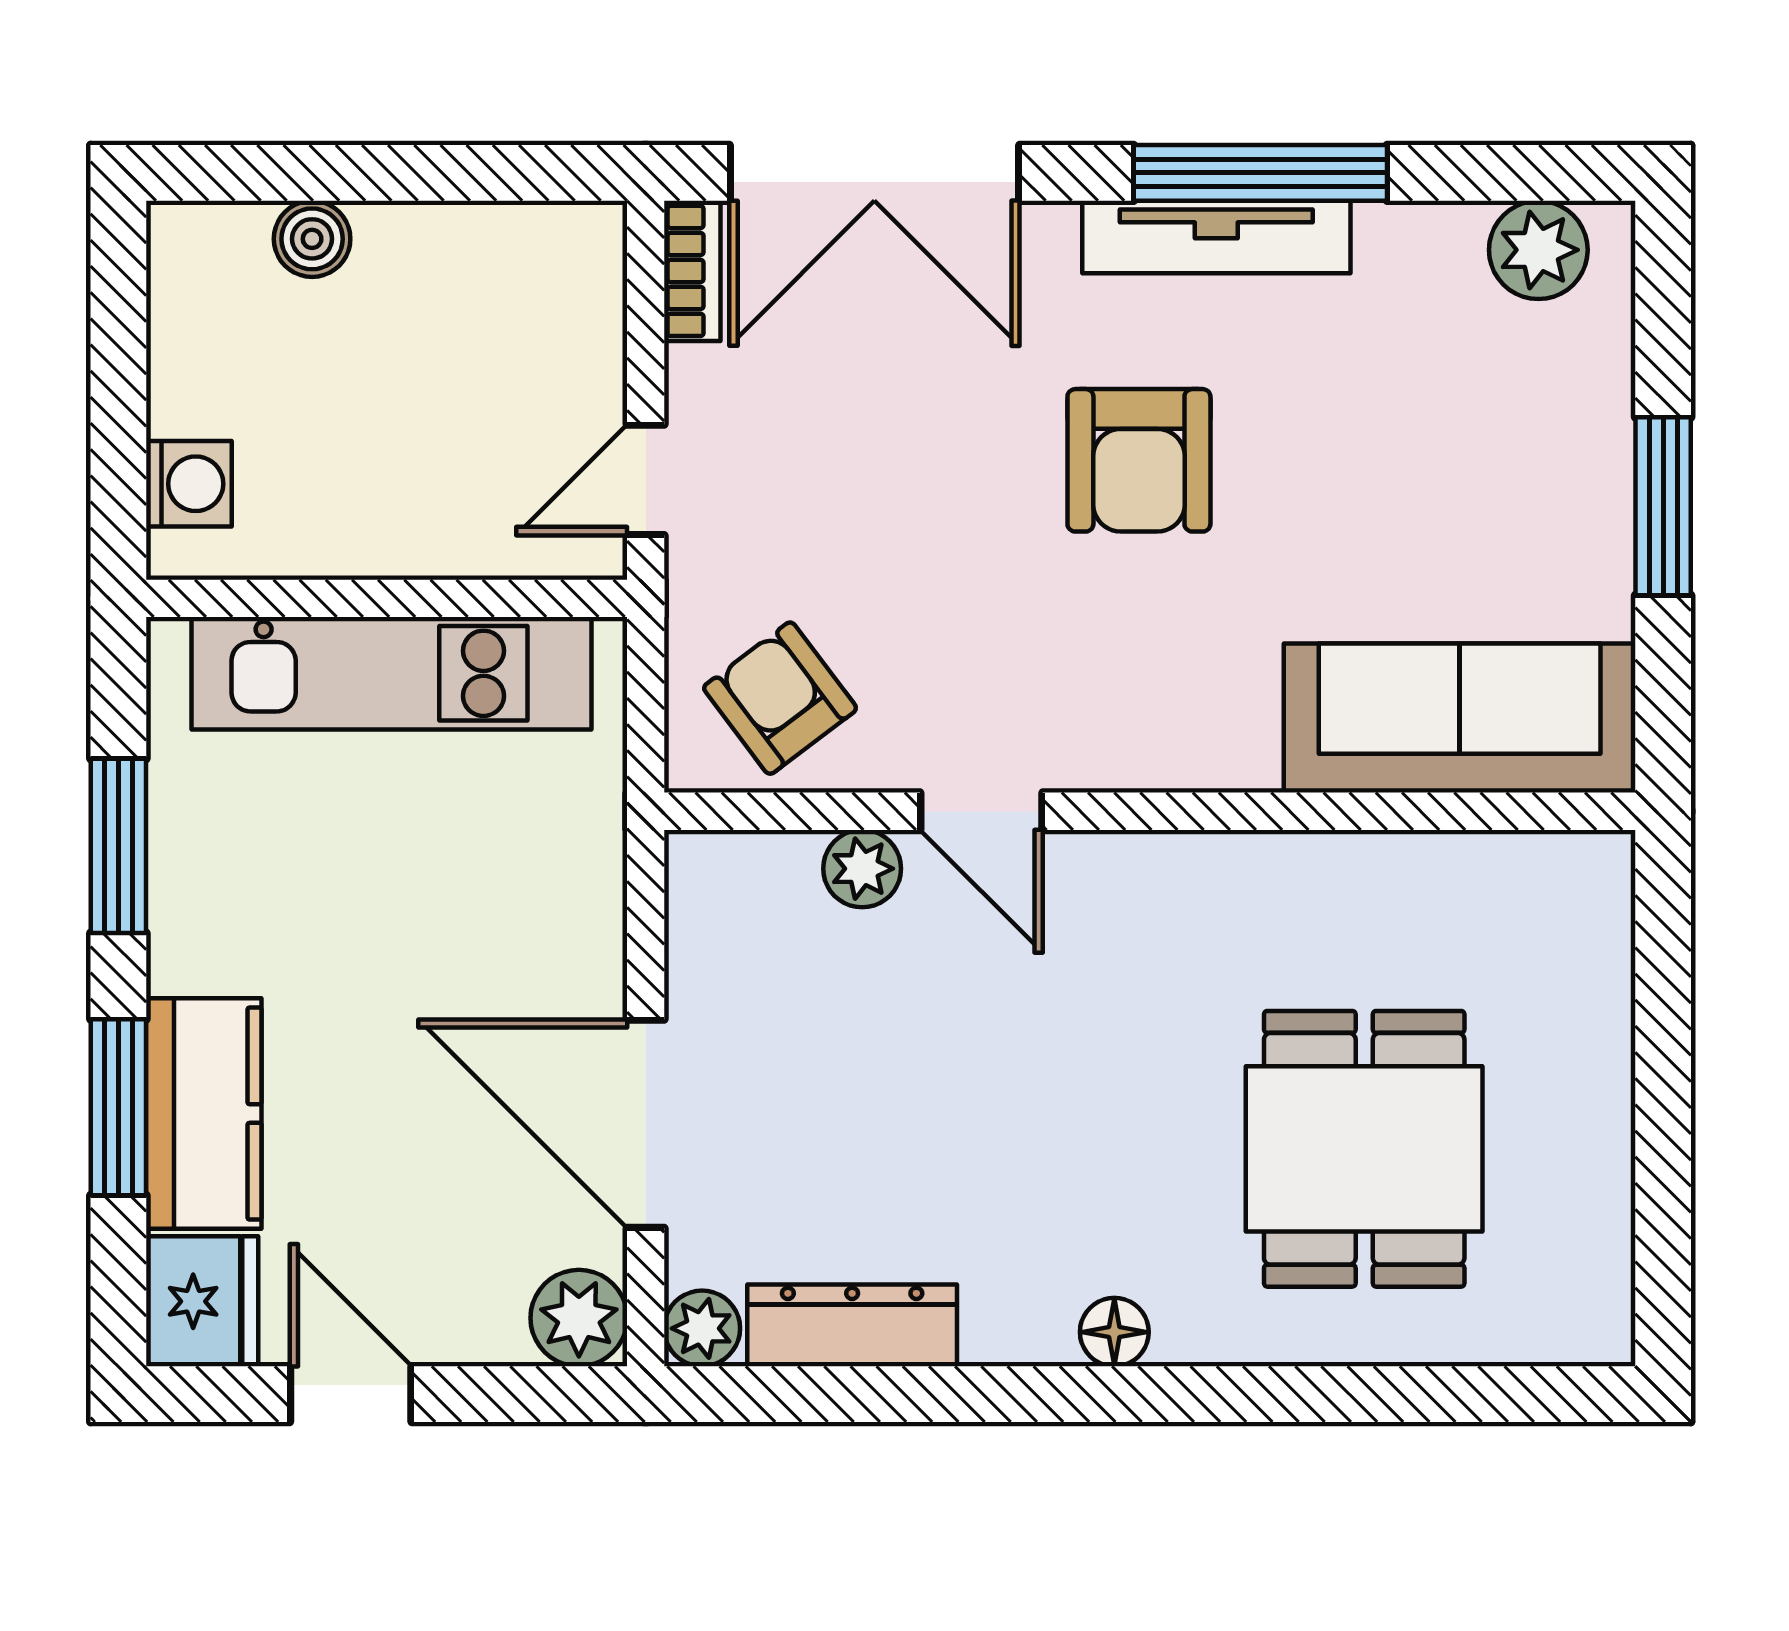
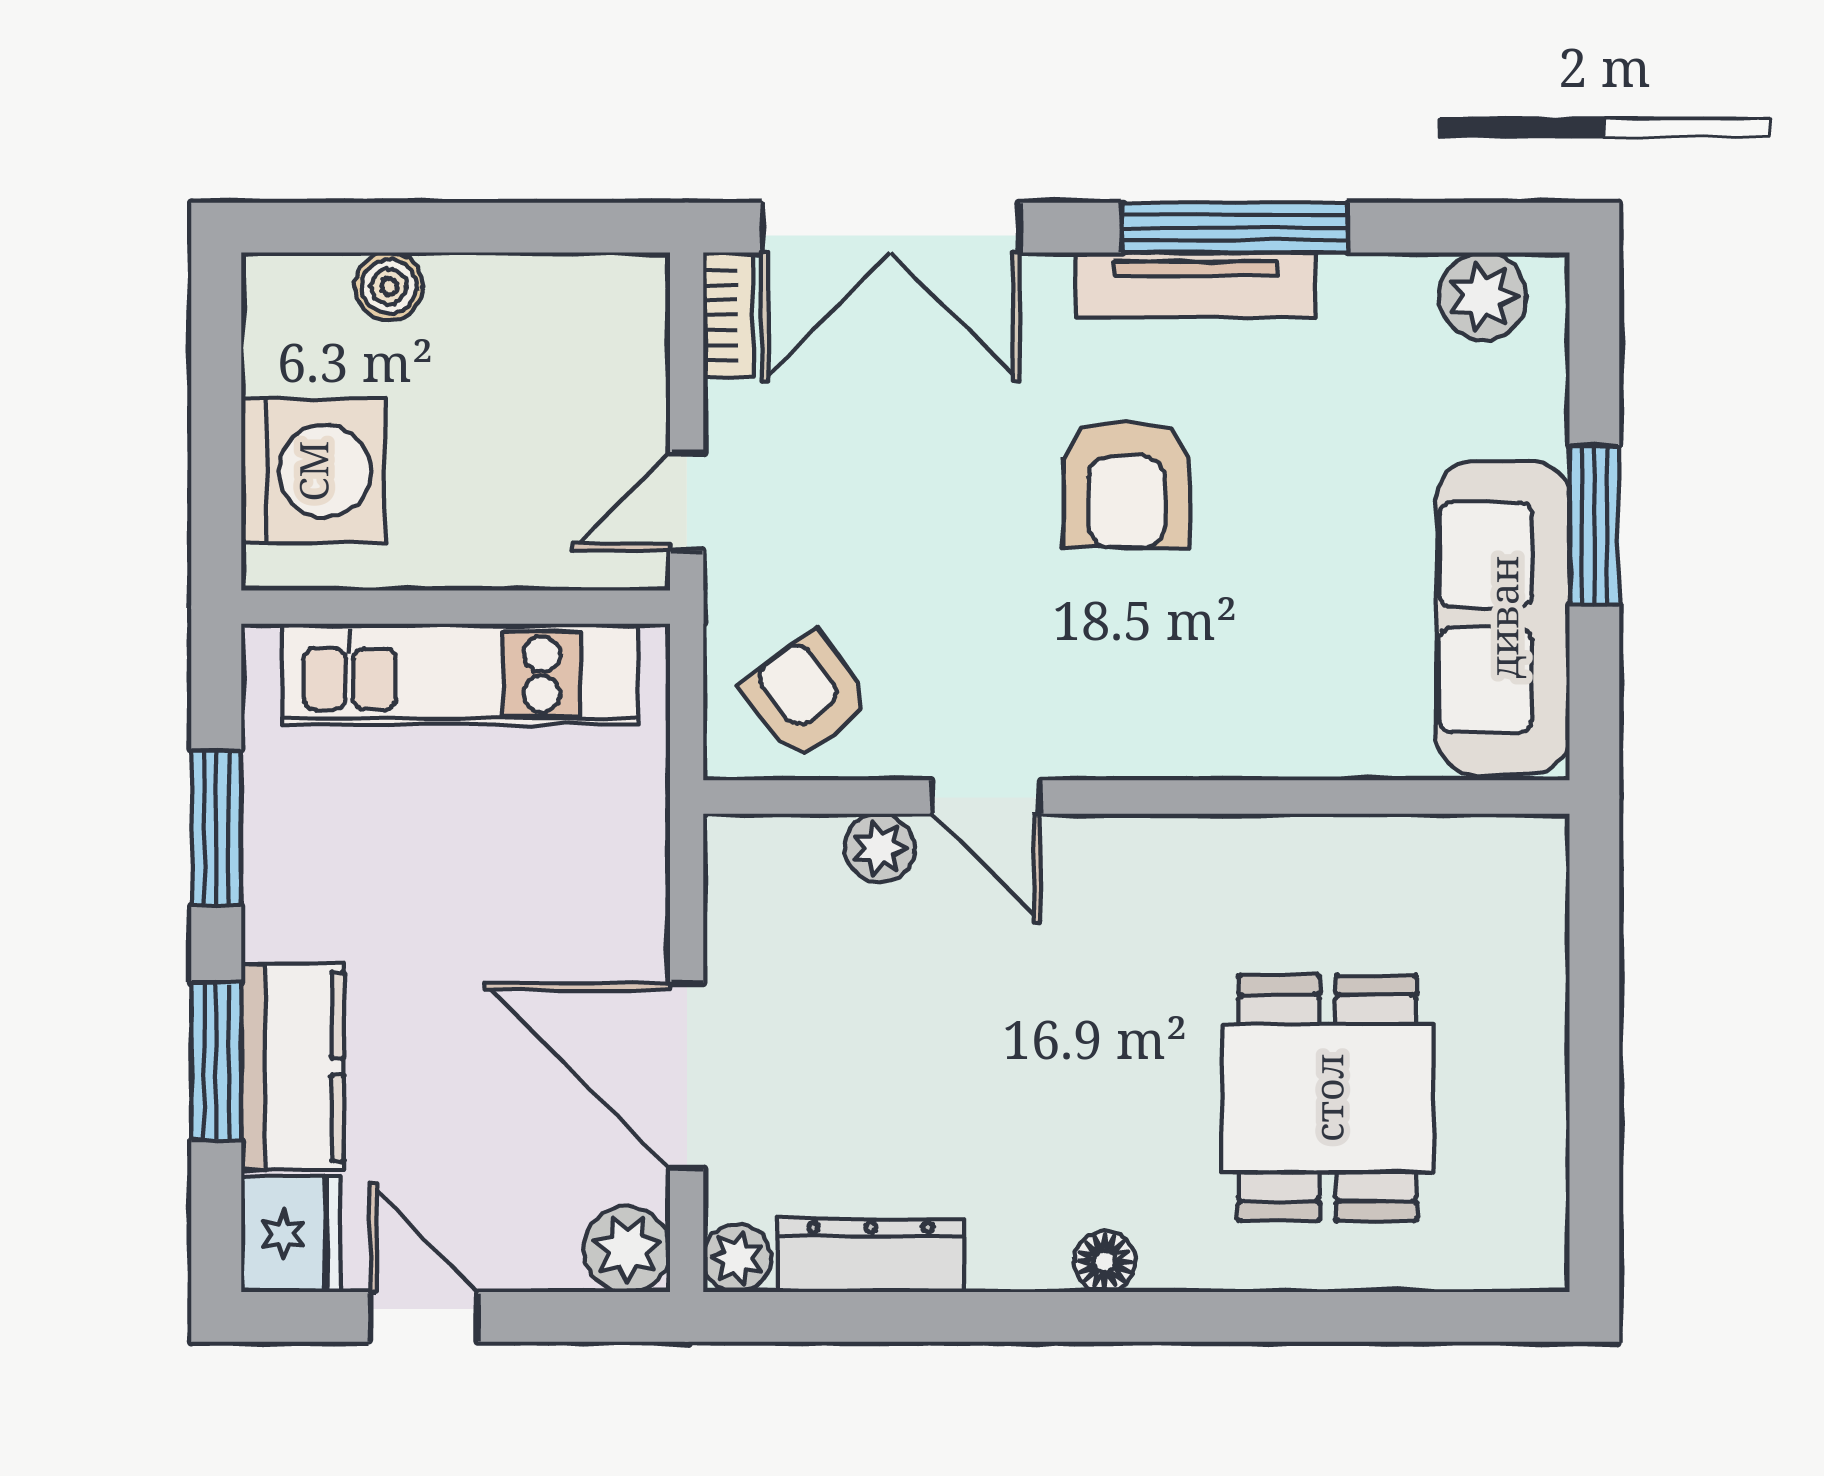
washing machine: (189, 484) -> (313, 471), width x1.89, depth x1.89
sofa: (1460, 718) -> (1503, 617), moved, turned -90

